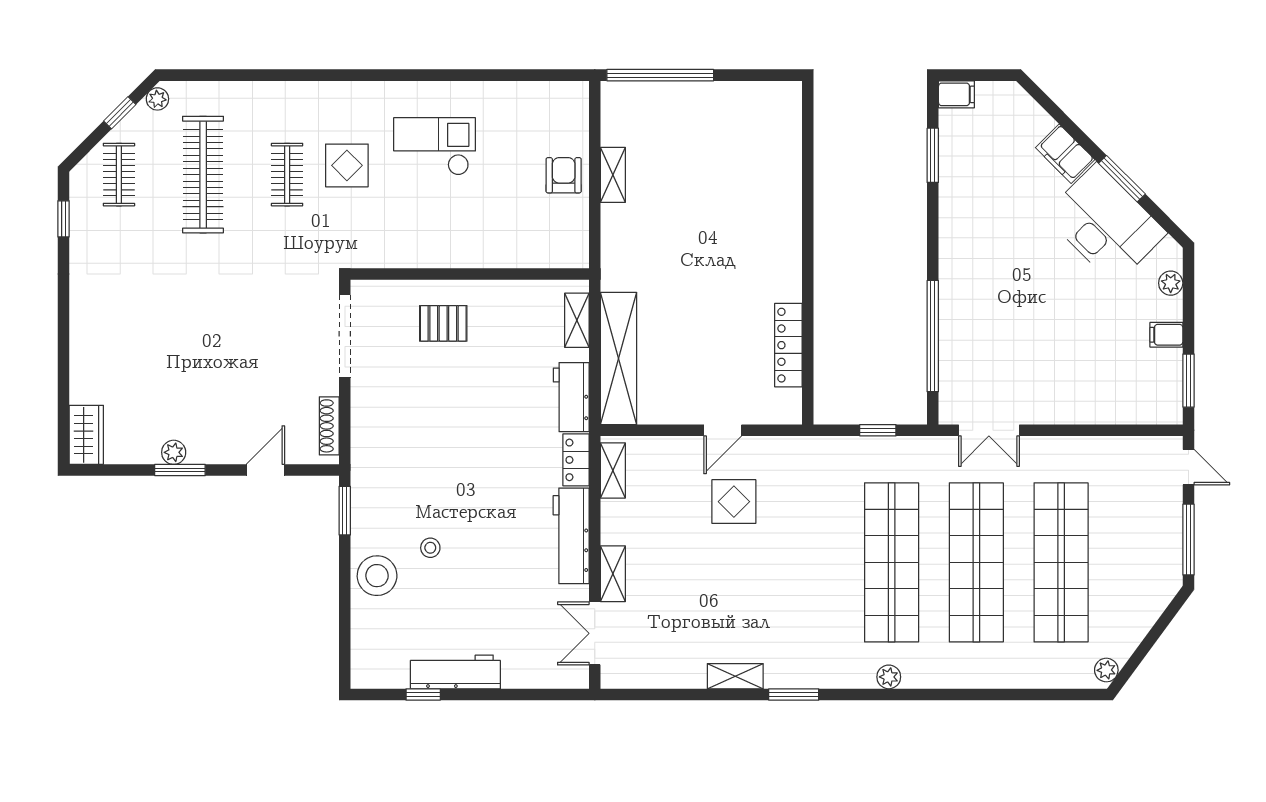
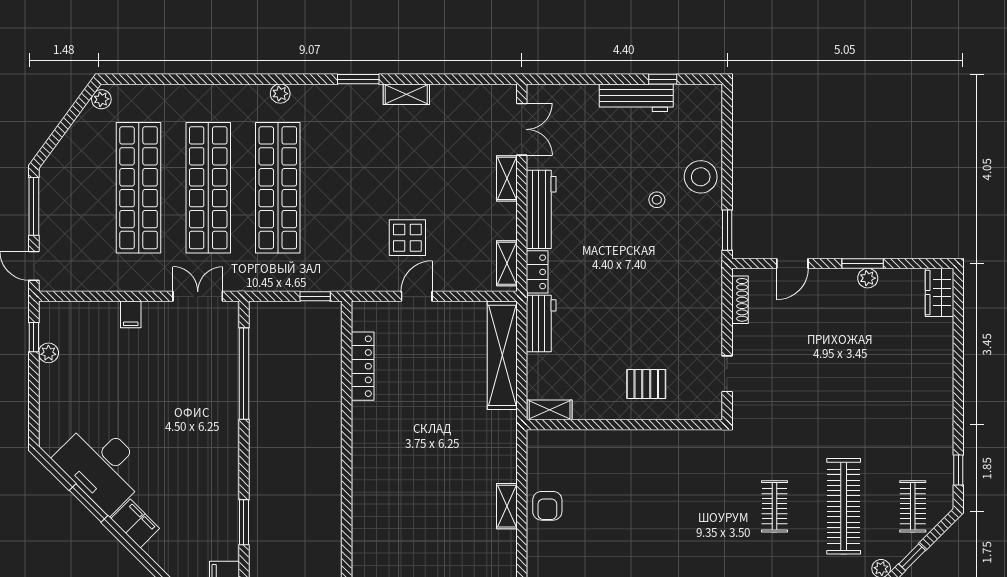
checkout: (435, 146) -> (653, 530), removed
display table: (347, 165) -> (725, 514), removed
plant: (1171, 283) -> (48, 353), moved
shelving: (577, 320) -> (550, 410), moved, turned 90
filing cabinet: (1166, 335) -> (131, 314), moved, turned 90
doorway: (345, 336) -> (727, 374), width x0.53
window: (1188, 381) -> (34, 337), width x0.67
window: (878, 430) -> (315, 296), moved

